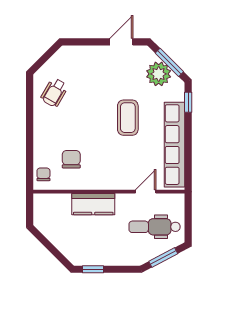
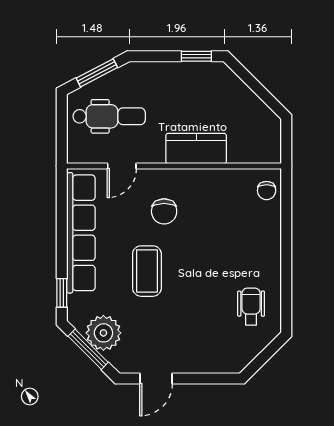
wheelchair: (54, 92) -> (251, 307), turned -30
chair: (71, 159) -> (164, 211), moved

